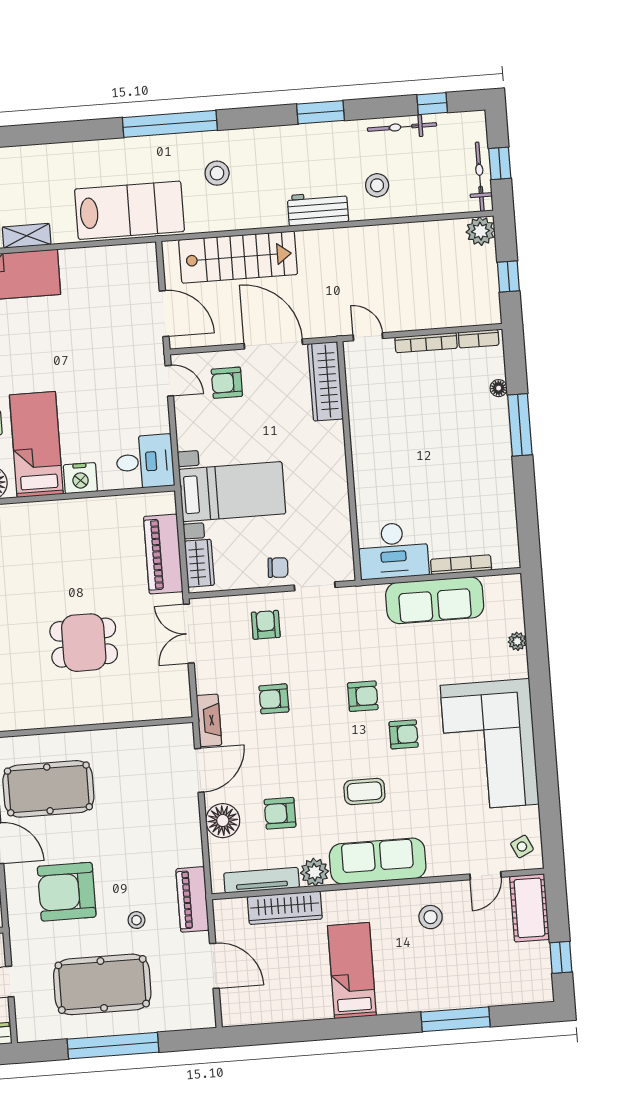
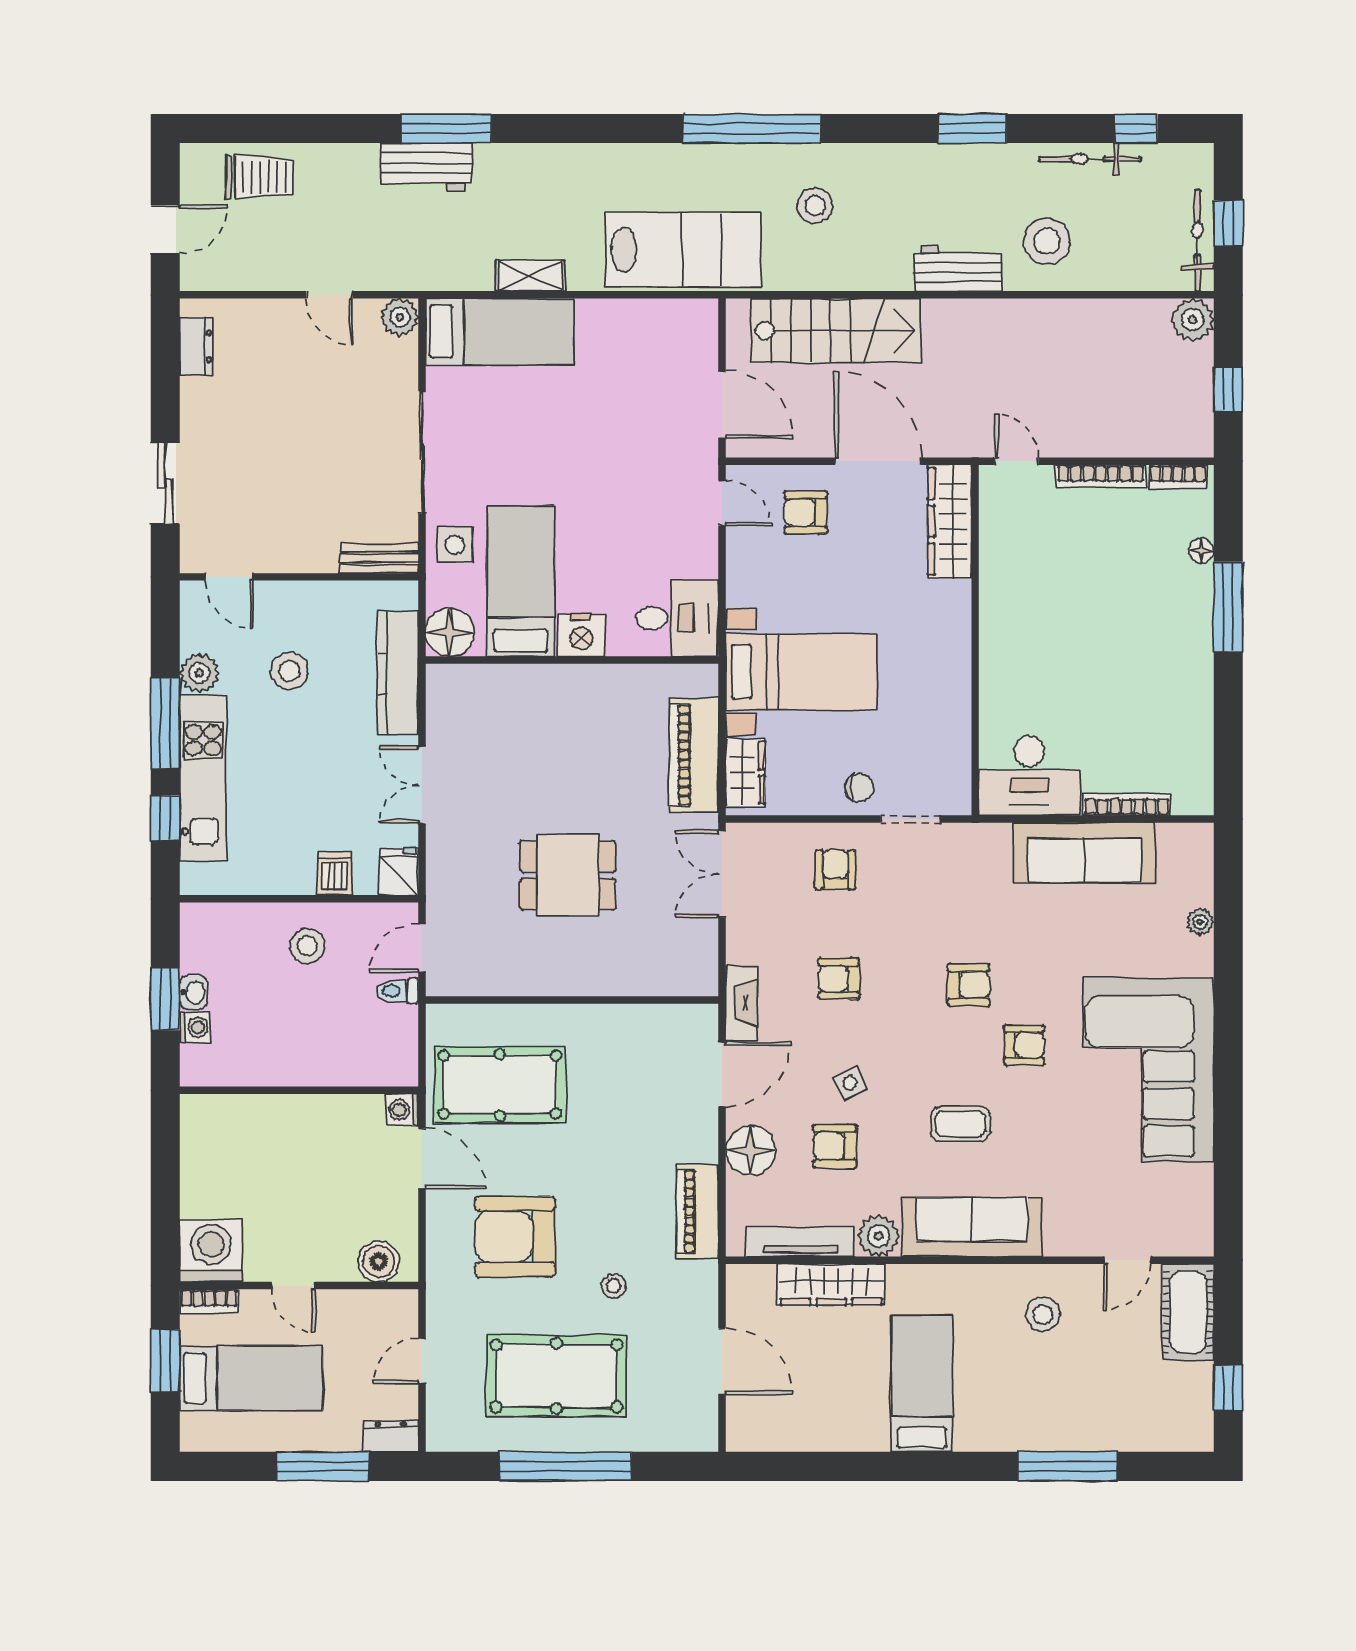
stool: (377, 185) -> (1047, 241), width x1.38, depth x1.38
side table: (522, 847) -> (850, 1083), moved
piano: (192, 899) -> (698, 1211), moved

